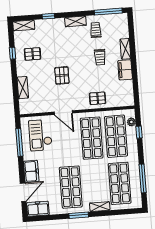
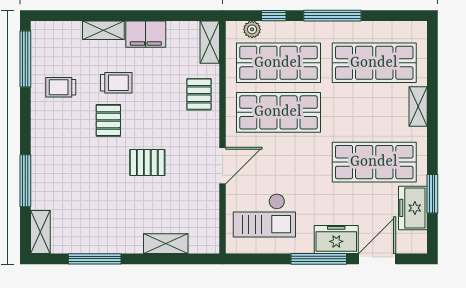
window: (48, 16) -> (25, 181), width x2.17
shelving: (75, 21) -> (210, 42), moved
window: (13, 53) -> (95, 259), width x2.17
pallet: (33, 54) -> (108, 120), moved
window: (19, 142) -> (319, 259), moved
window: (143, 178) -> (332, 16), moved
door: (23, 192) -> (377, 259), hinge flipped
freezer: (38, 209) -> (413, 208), moved
window: (79, 215) -> (432, 194), moved

